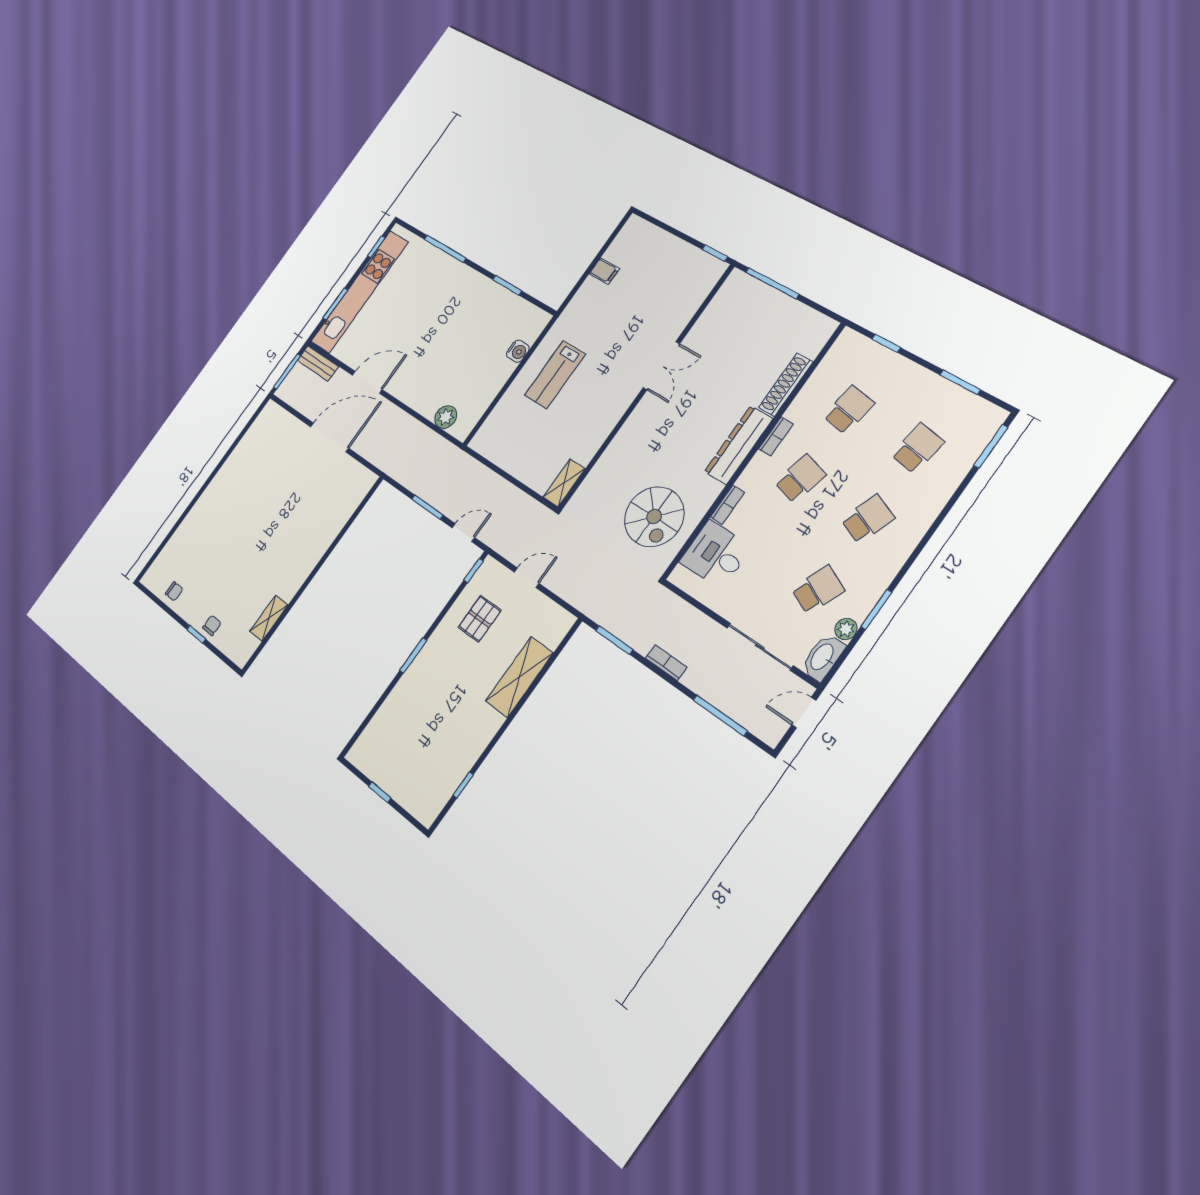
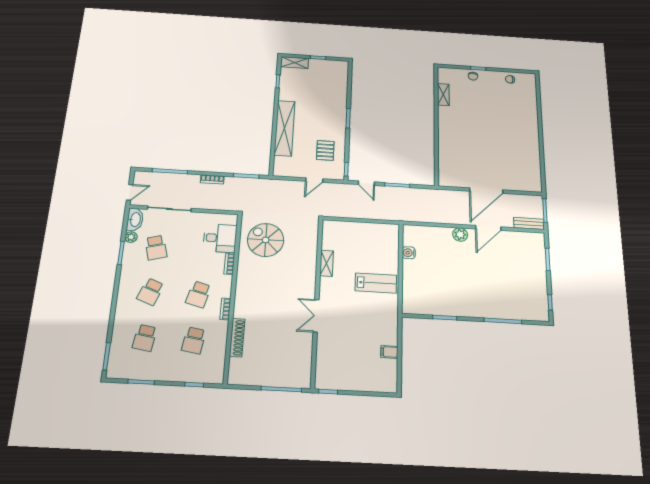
kitchen unit: (360, 292) -> (538, 273), removed
water cooler: (518, 351) -> (409, 253), moved
lab bench: (555, 375) -> (376, 283), turned 90
plant: (446, 417) -> (460, 235), moved
dresser: (739, 445) -> (243, 295), removed
shelving: (564, 483) -> (327, 263), moved
door: (463, 533) -> (366, 183), hinge flipped
school desk: (818, 590) -> (156, 247), turned -39
shelving: (519, 677) -> (285, 128), width x1.47
shelving: (418, 805) -> (294, 63), added

